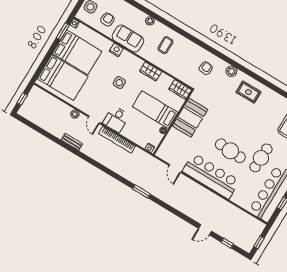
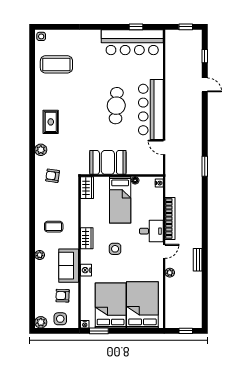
wardrobe: (151, 71) -> (87, 238), moved
cafe table: (261, 158) -> (106, 73), removed
door: (175, 169) -> (164, 147), swing flipped

